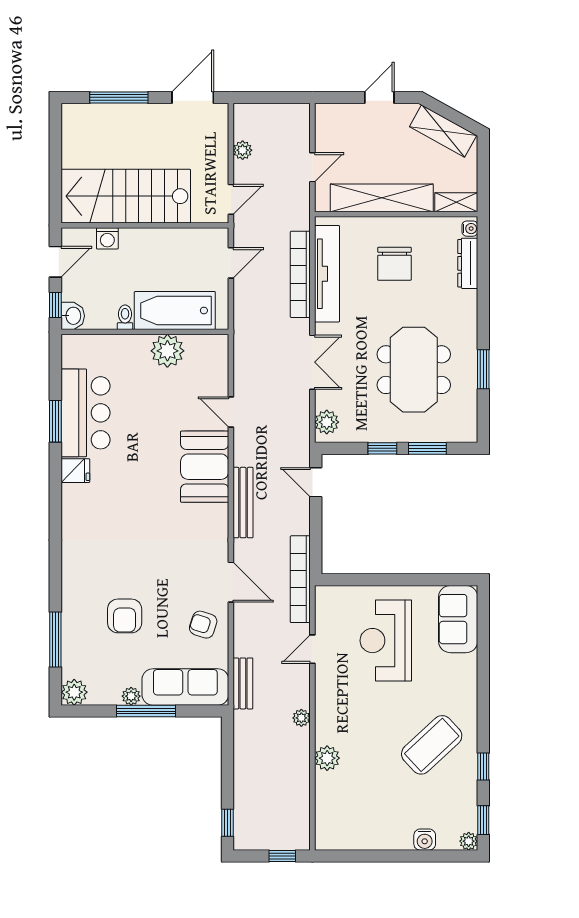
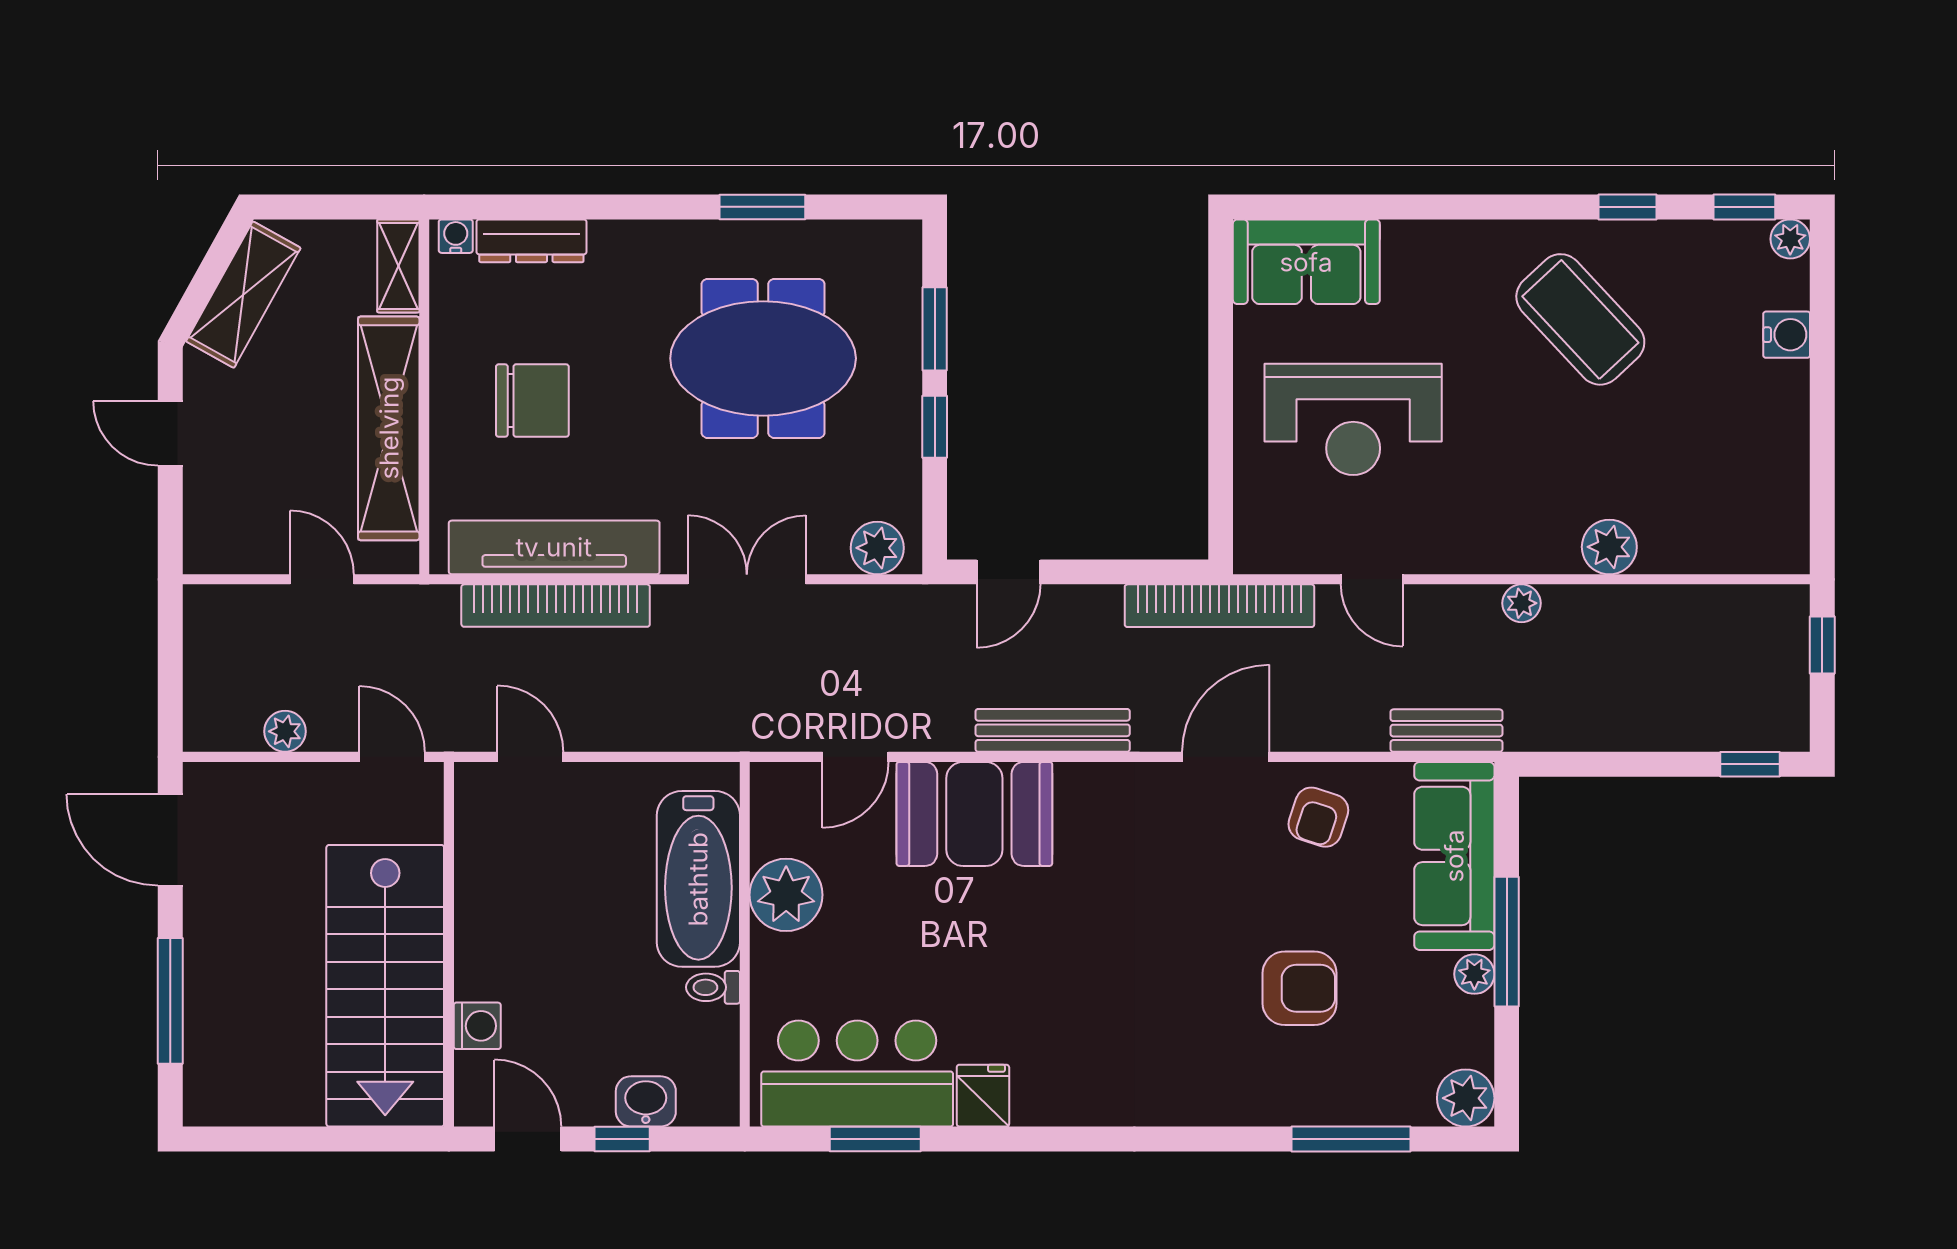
bathtub: (175, 311) -> (698, 879), moved
toilet: (125, 317) -> (713, 987), moved
wall: (145, 332) -> (745, 944), moved
plant: (167, 351) -> (786, 895), moved

